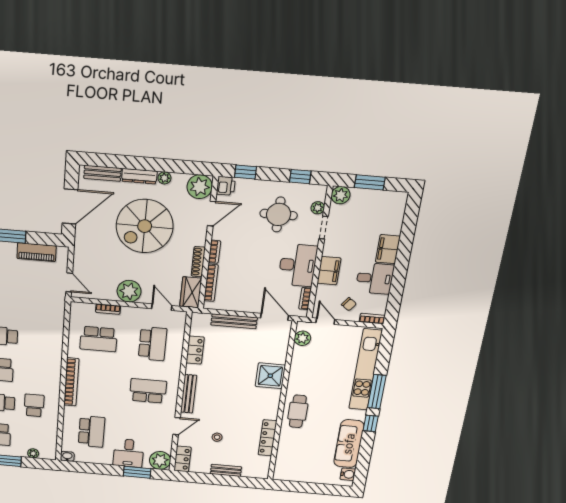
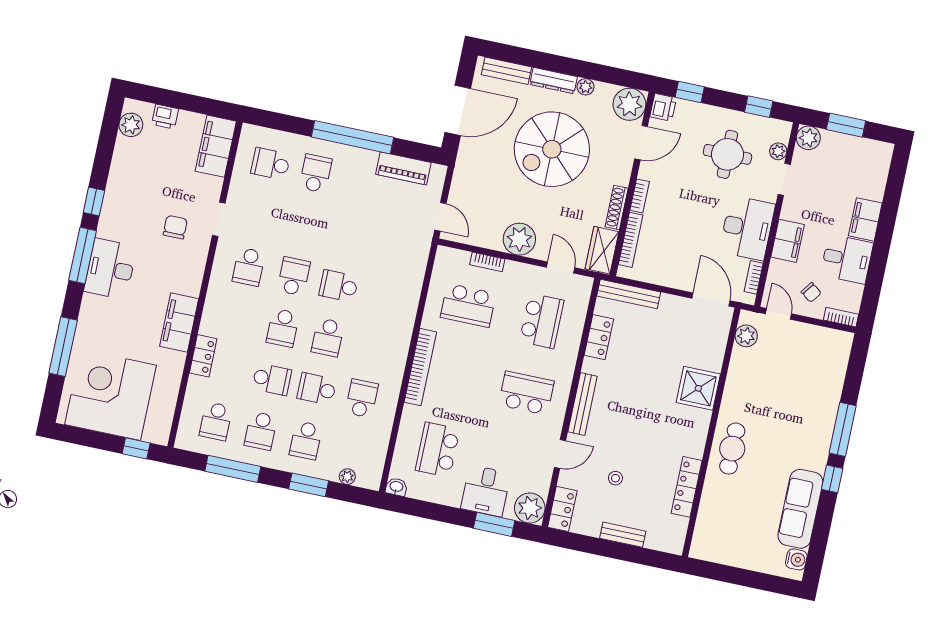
bench: (234, 321) -> (629, 294), moved
kitchen unit: (365, 370) -> (829, 394), removed
school desk: (92, 432) -> (438, 450), turned 180

